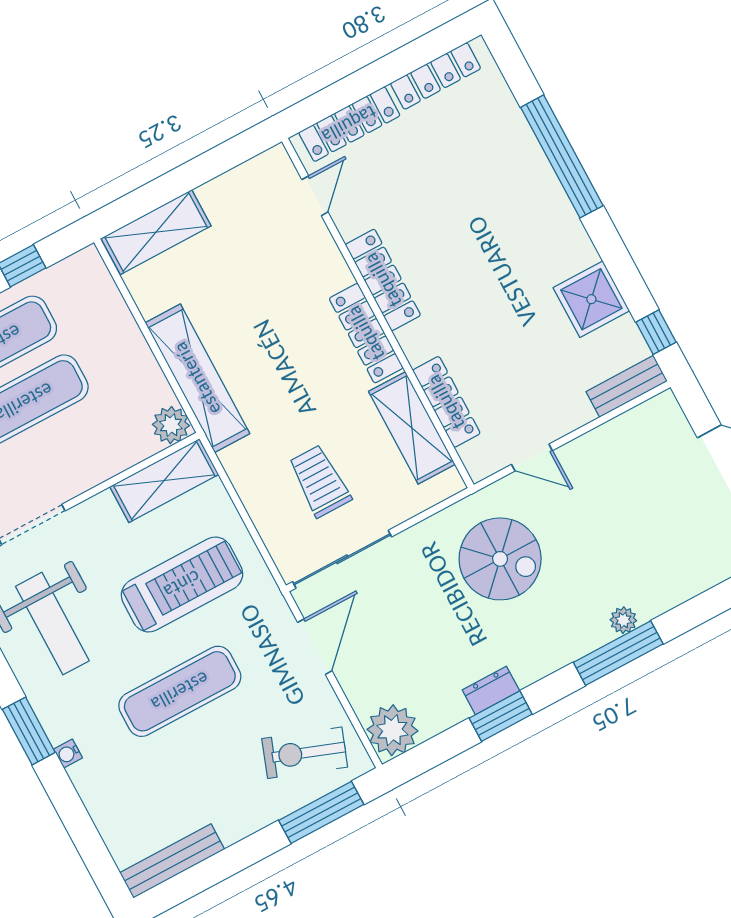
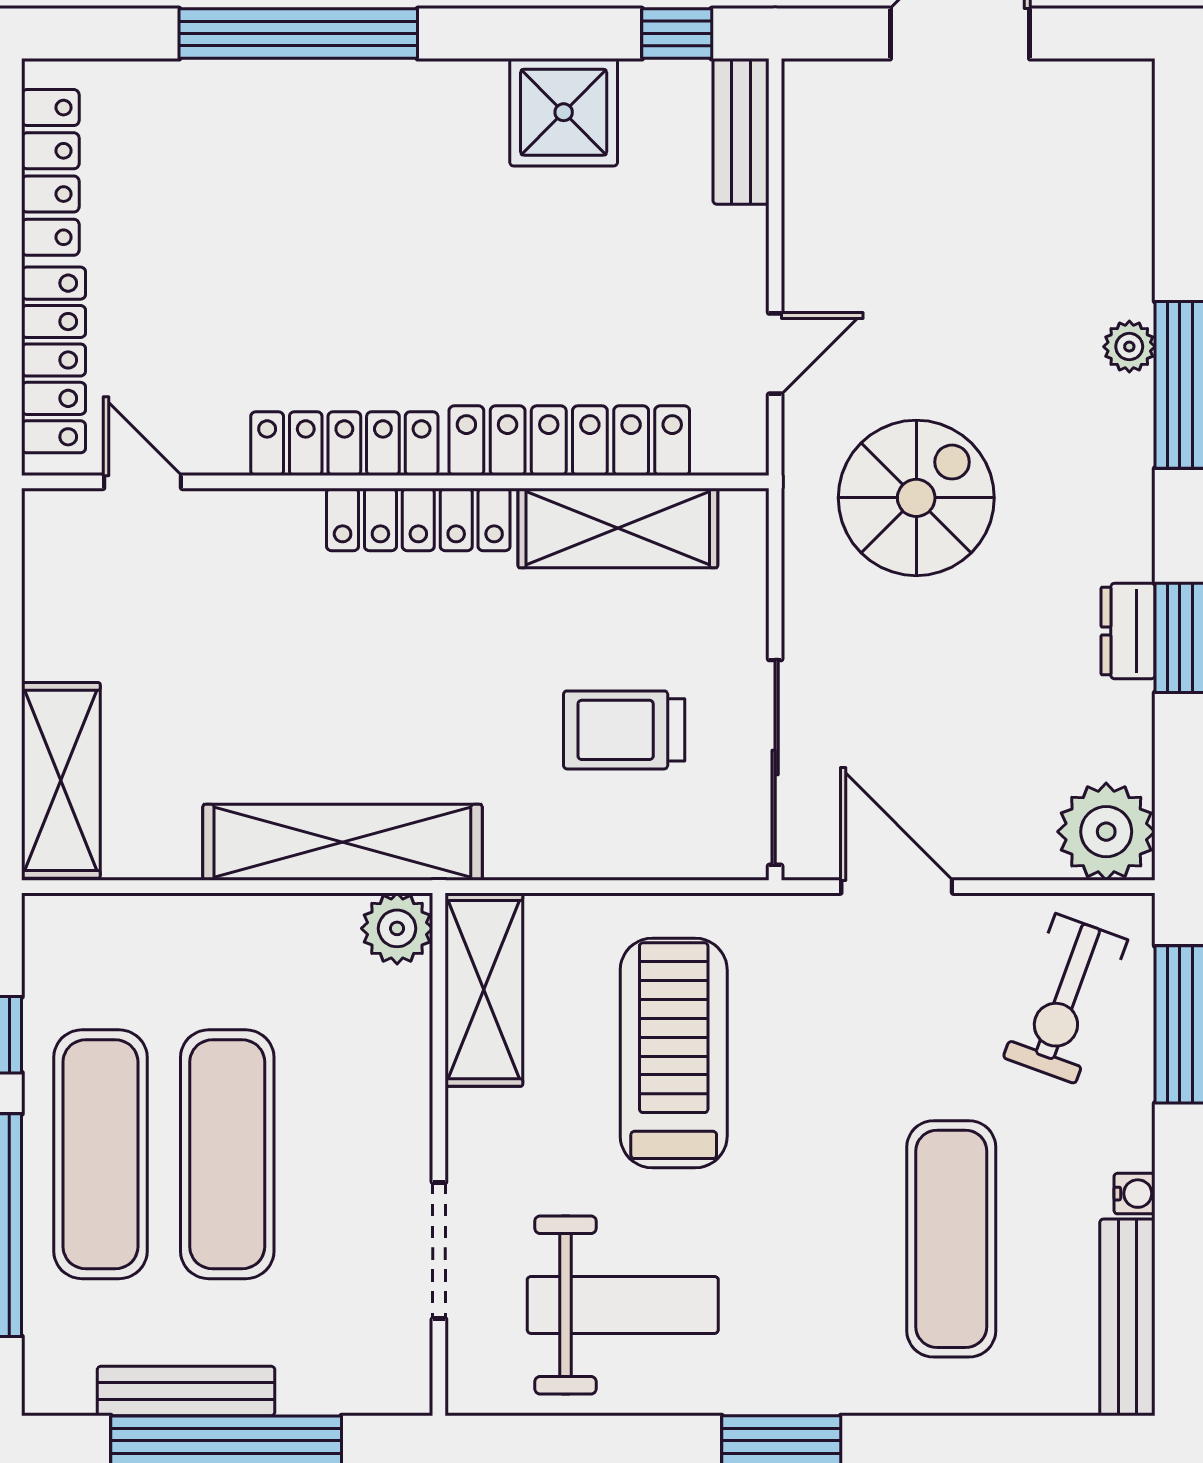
locker: (446, 402) -> (569, 441), width x1.41, depth x1.21
exercise mat: (180, 691) -> (951, 1239), moved
water cooler: (68, 754) -> (1135, 1194), moved, turned -90

